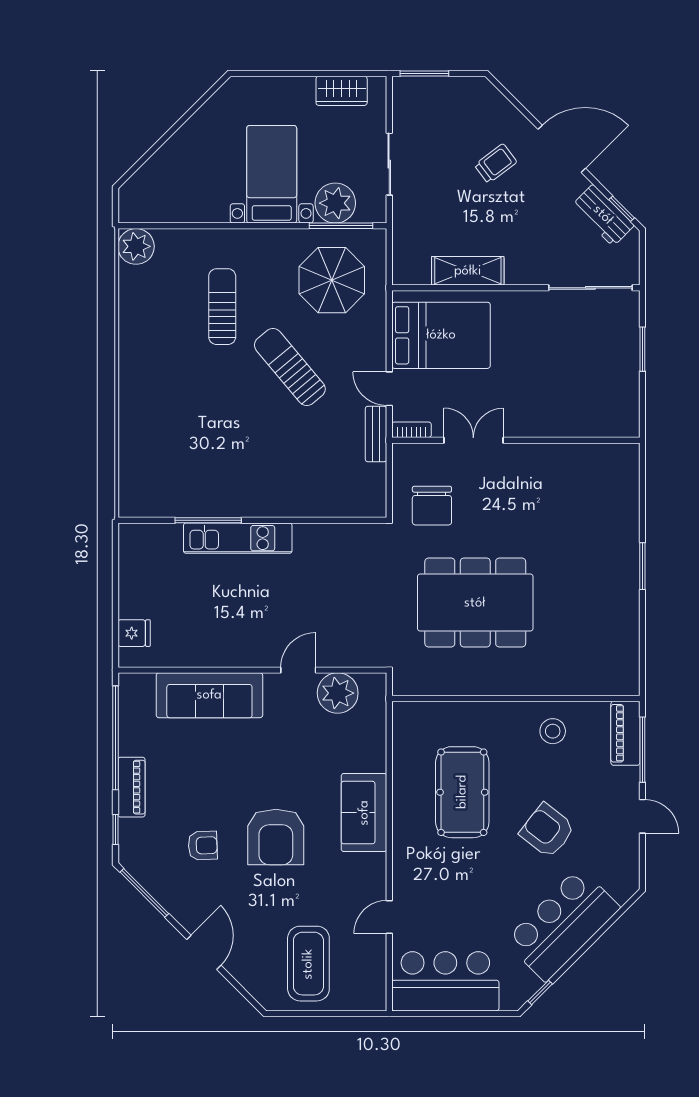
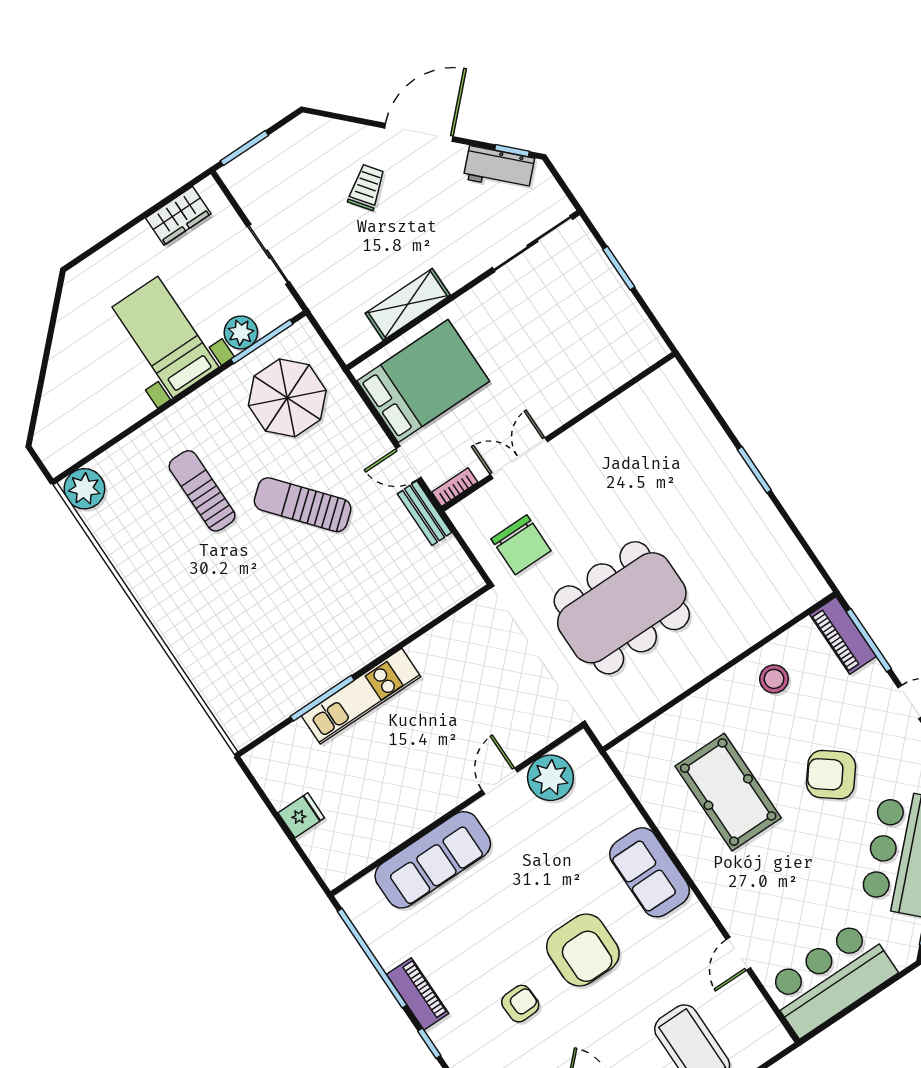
plant: (335, 203) -> (241, 332), width x0.73, depth x0.73
fridge: (134, 633) -> (301, 815), moved

